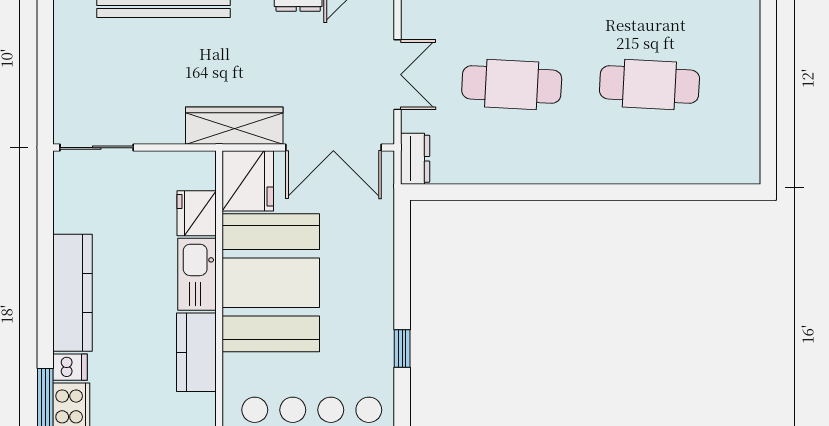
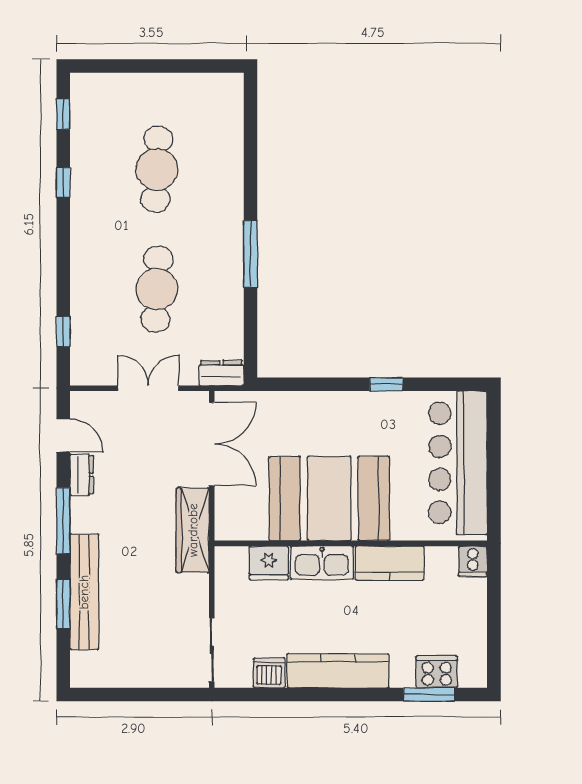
fridge: (248, 181) -> (241, 518), removed
window: (552, 192) -> (250, 254), added
dishwasher: (70, 367) -> (269, 673), moved, width x1.38

